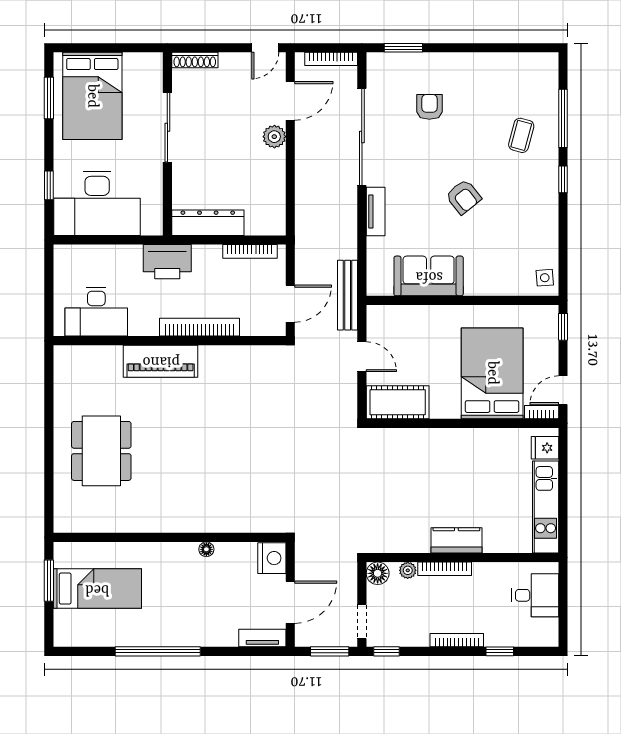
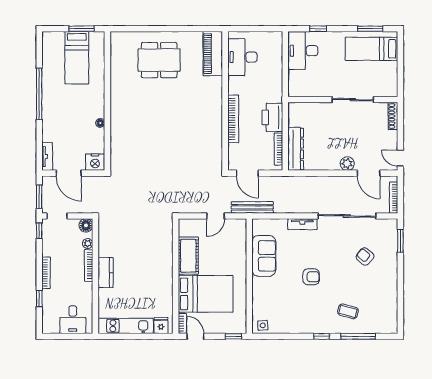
bed: (92, 96) -> (372, 49), width x0.67
armchair: (429, 107) -> (365, 256), turned -139
armchair: (463, 197) -> (311, 277), turned -141
desk: (97, 203) -> (303, 51), width x0.73, depth x0.77
dresser: (208, 223) -> (296, 149), moved
printer: (167, 262) -> (272, 117), moved
piano: (161, 361) -> (213, 54), moved
cot: (398, 402) -> (188, 256), moved

